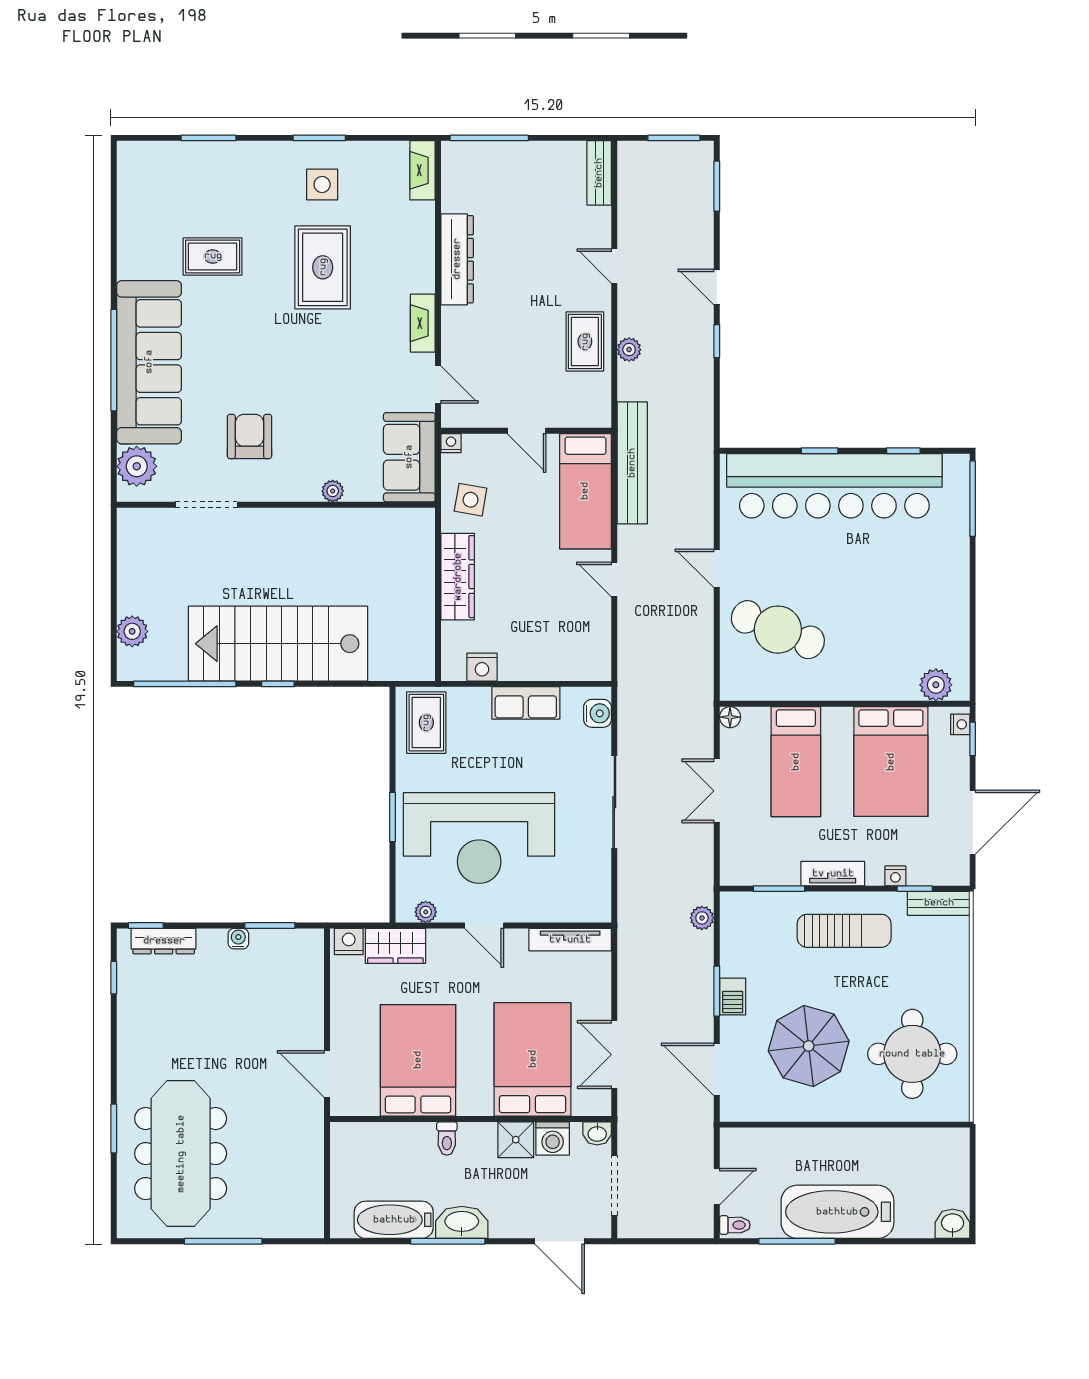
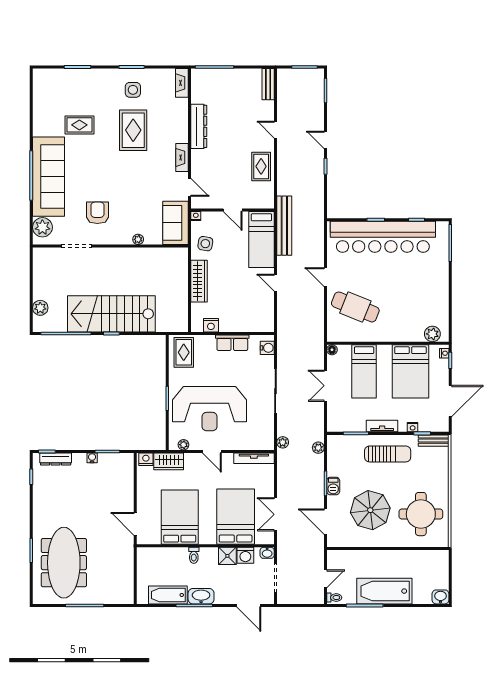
plant: (629, 350) -> (283, 442), moved

